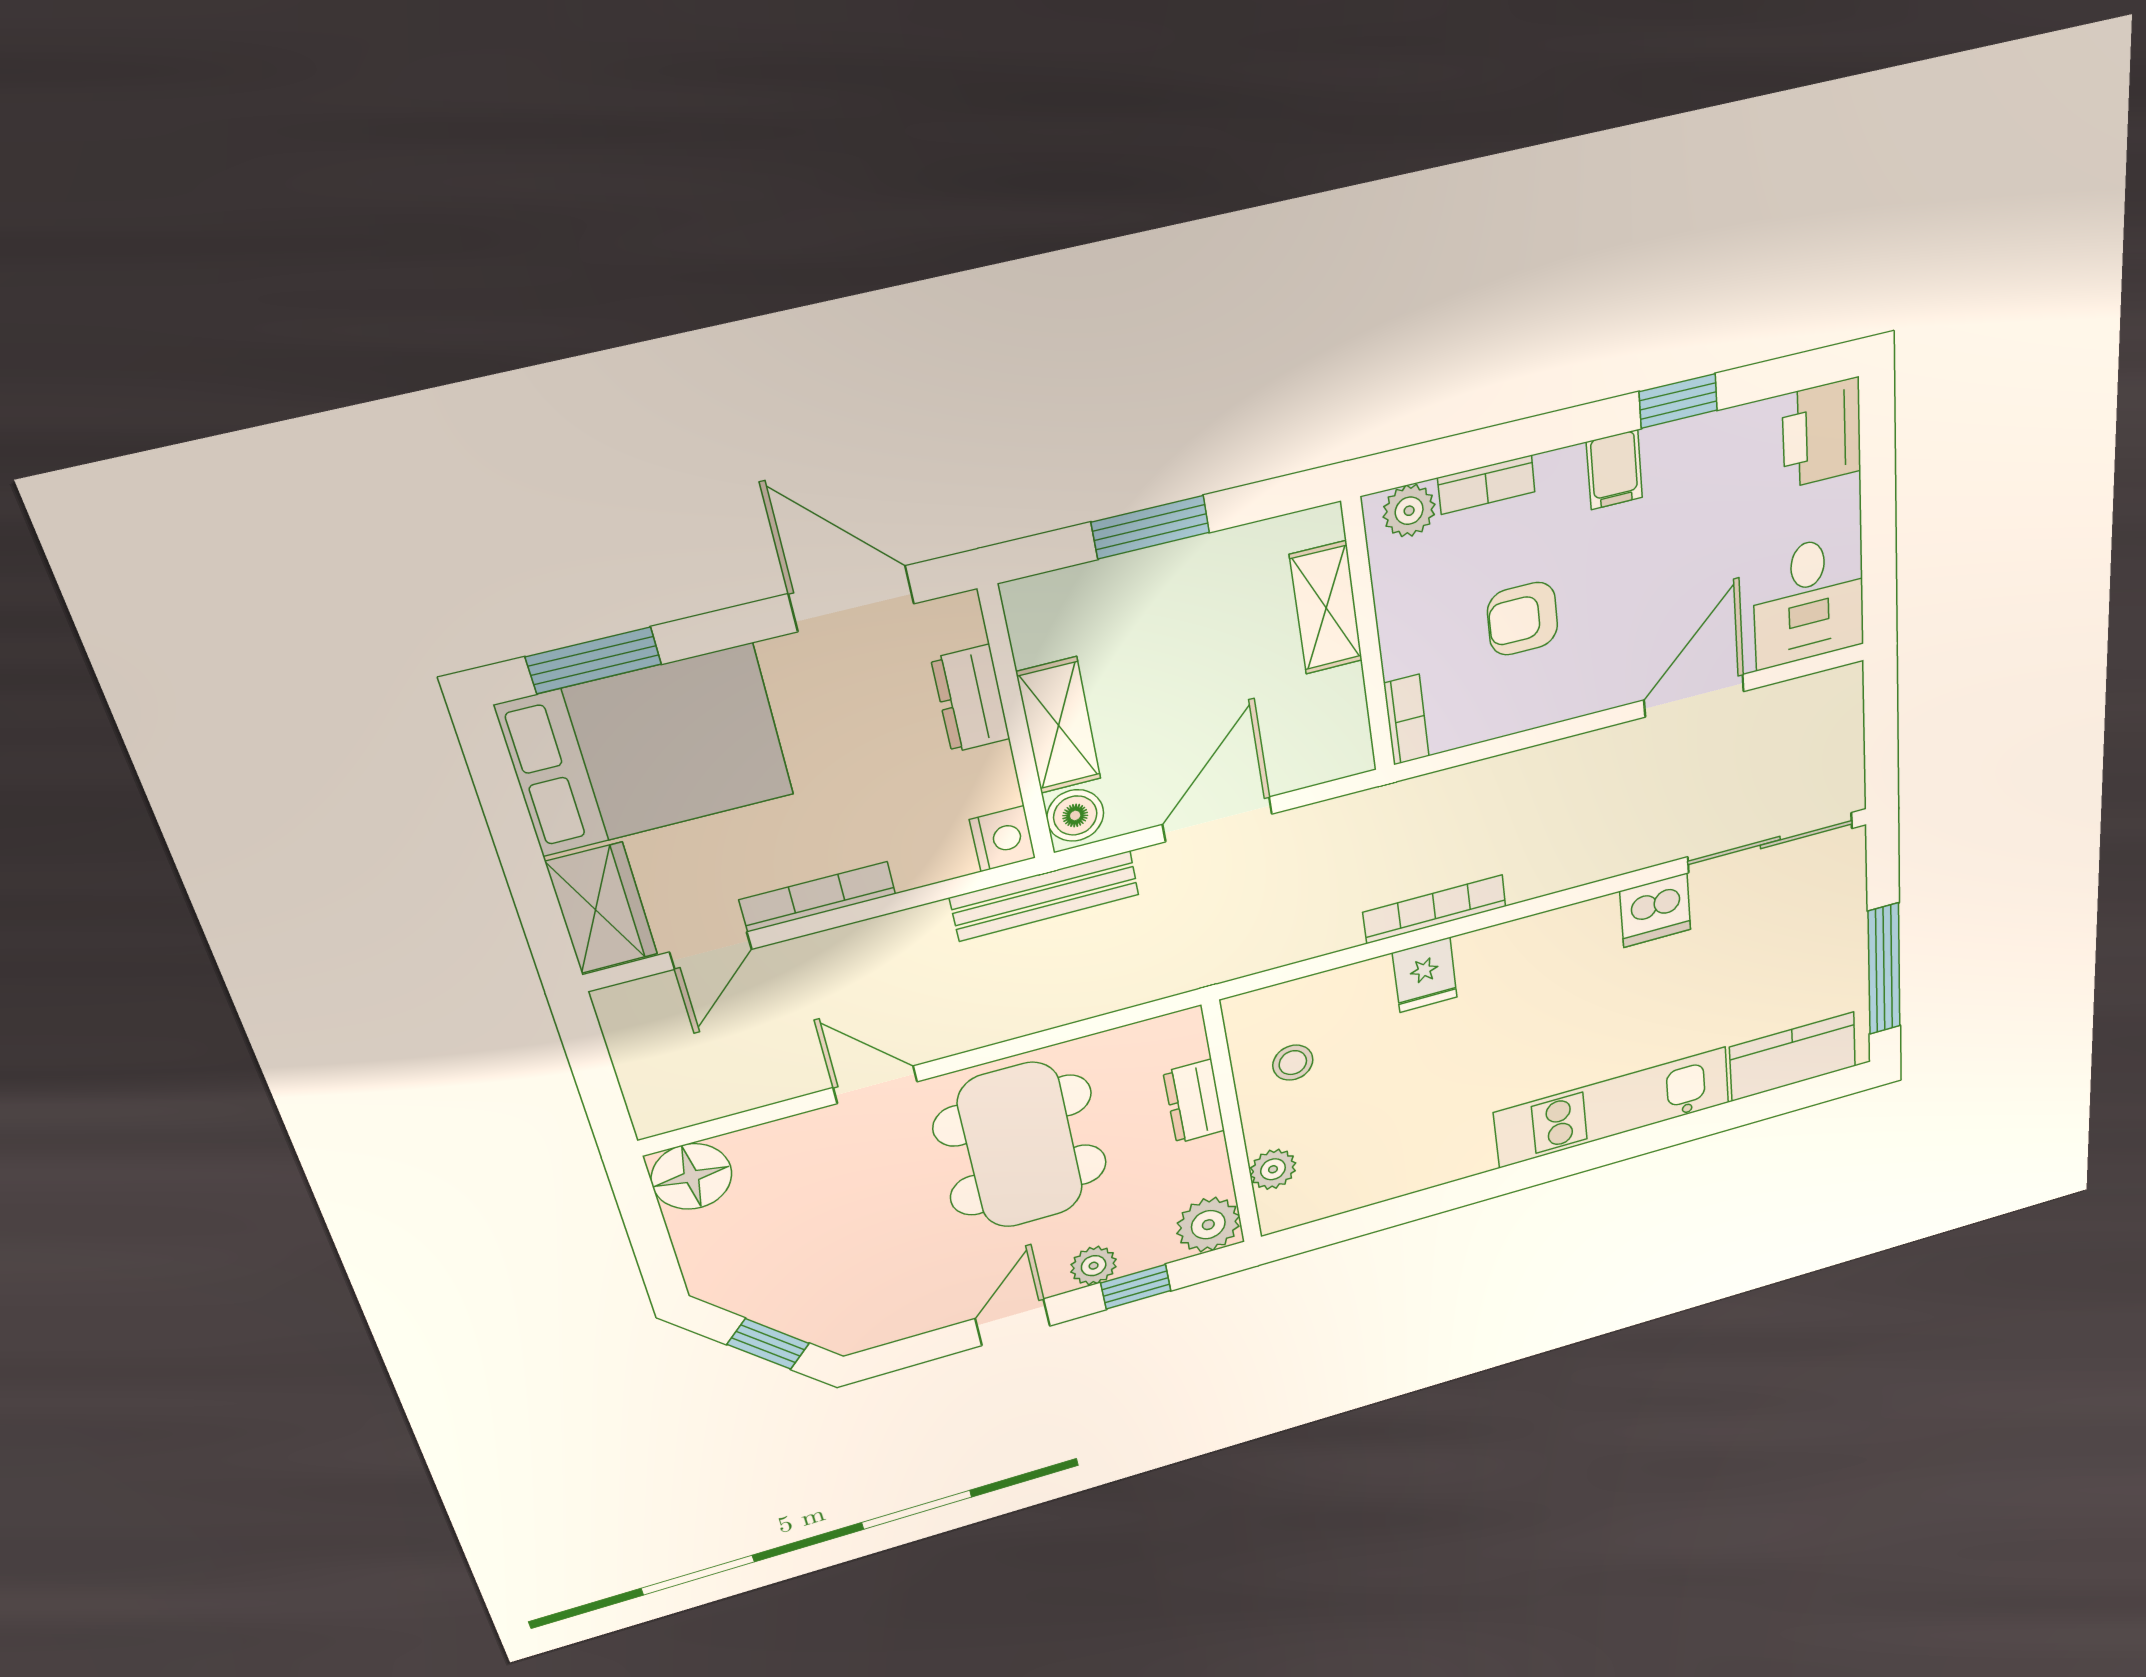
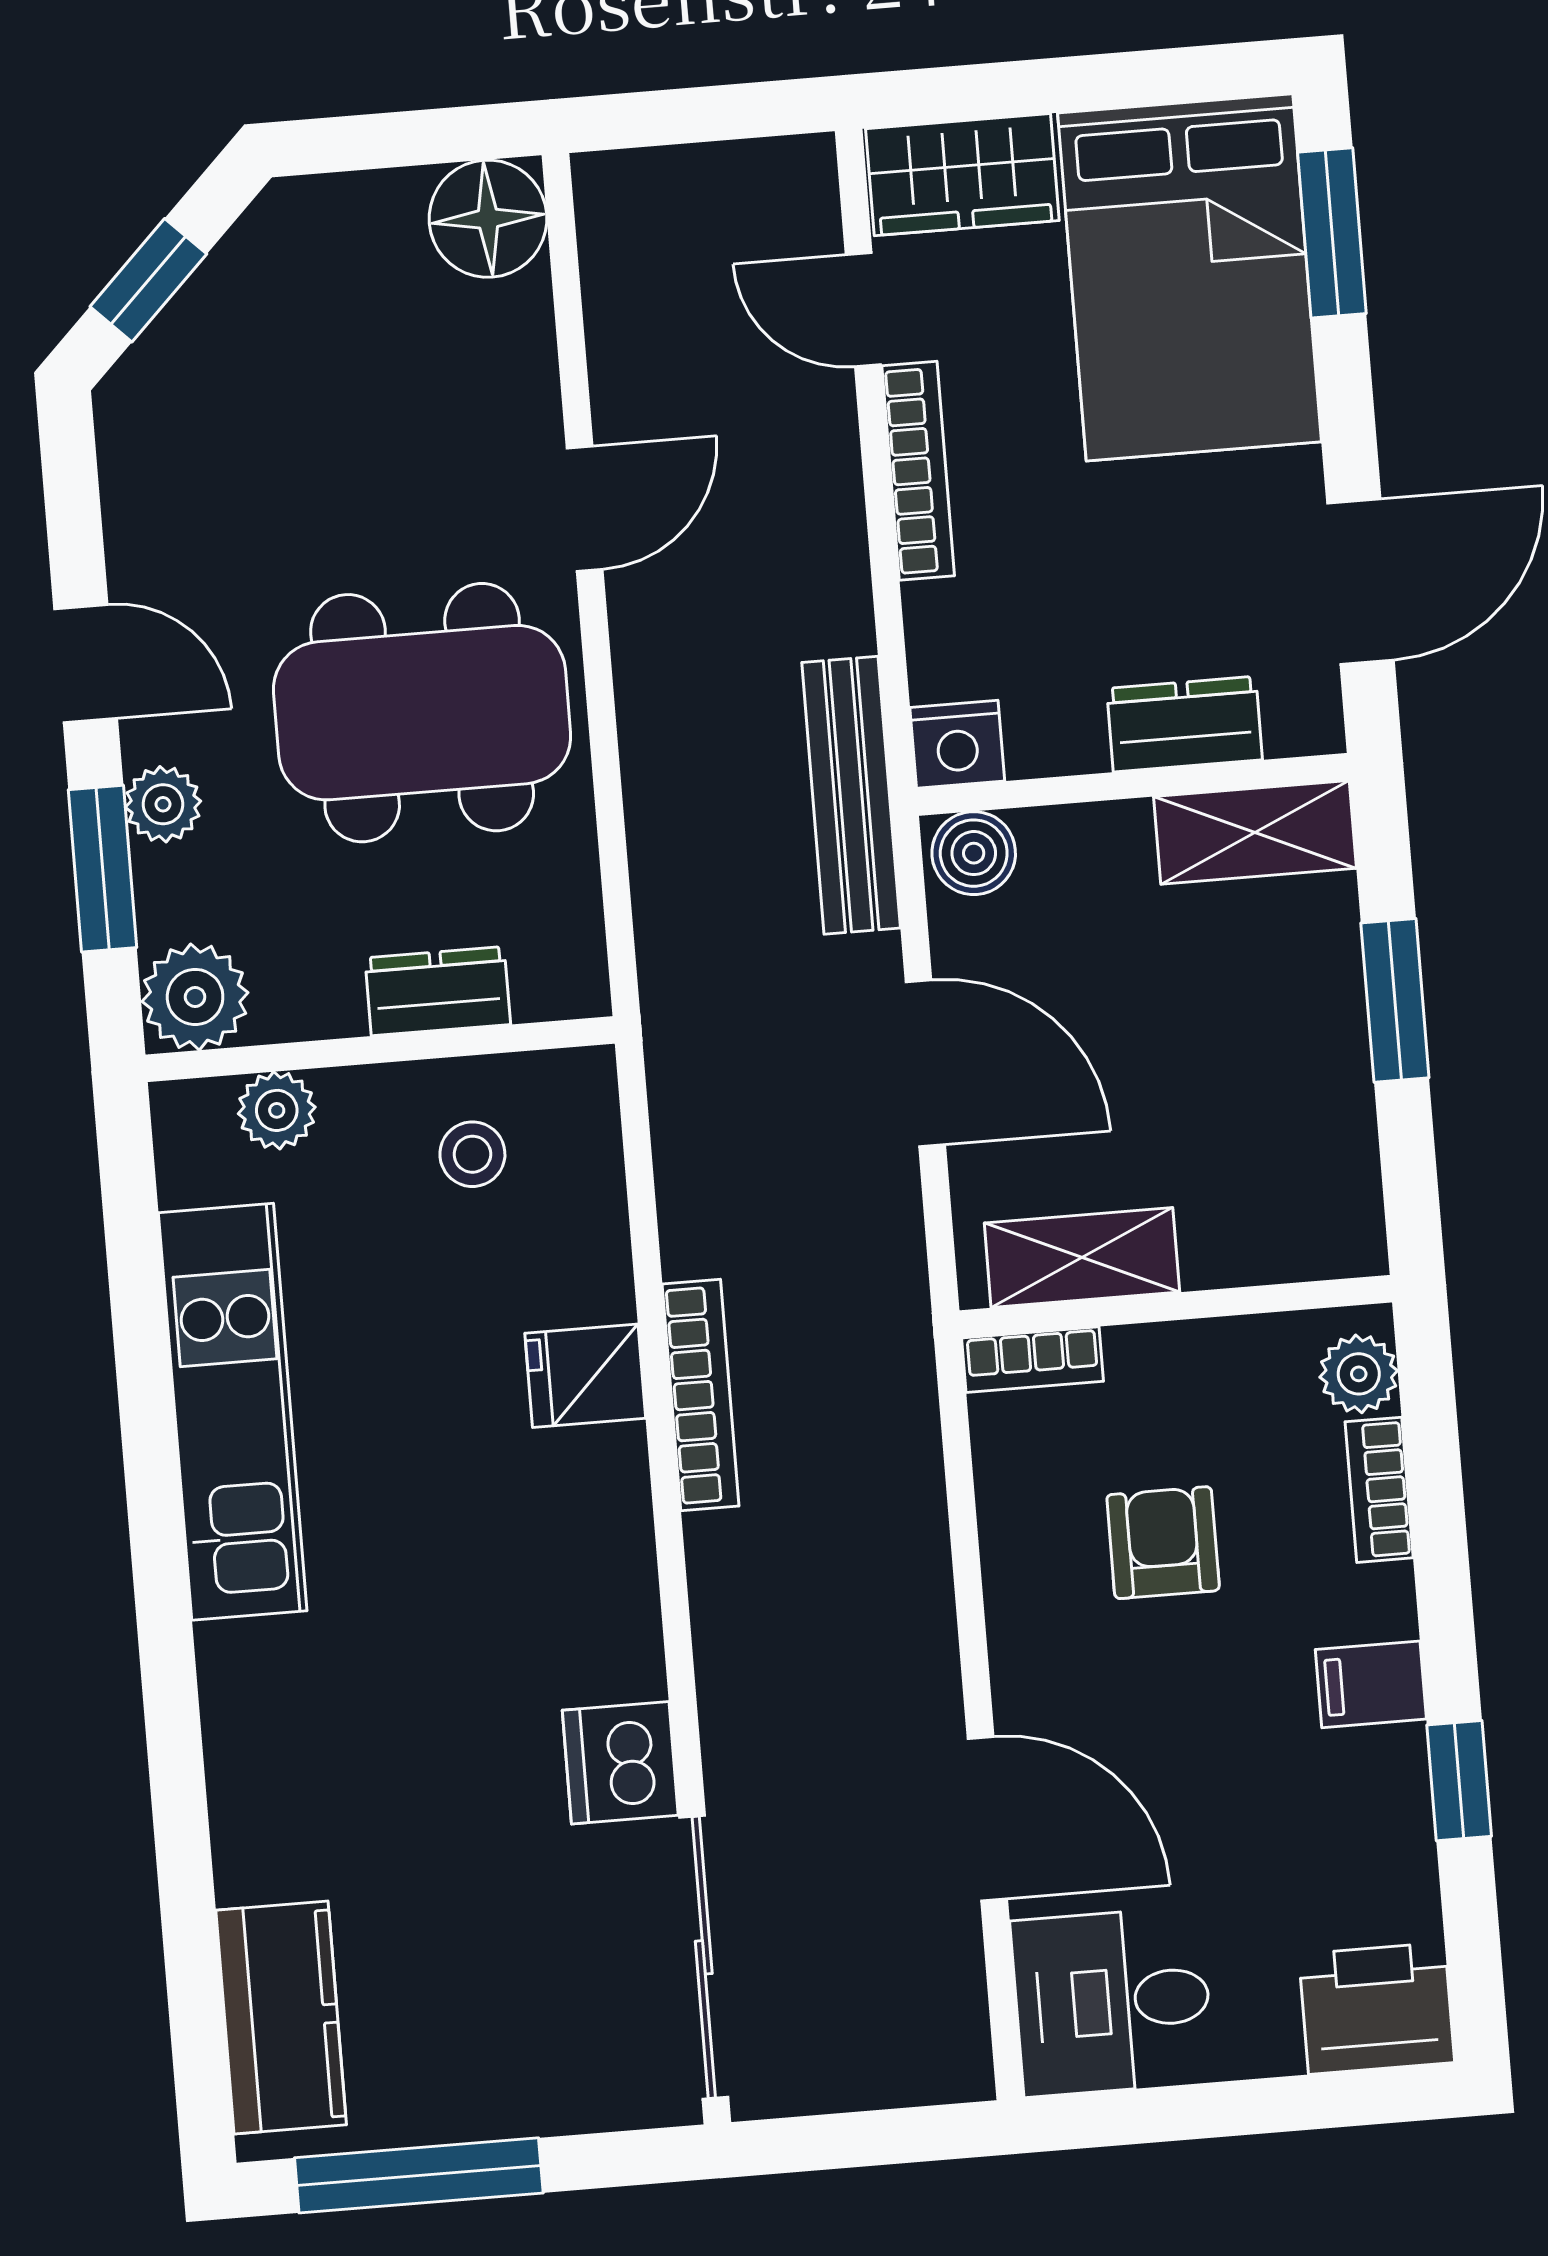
shelving: (1326, 608) -> (1082, 1258), moved
shelving: (1059, 726) -> (1255, 832), moved
kitchen unit: (1612, 1108) -> (233, 1412), moved
window: (1136, 1287) -> (103, 869), width x1.50

